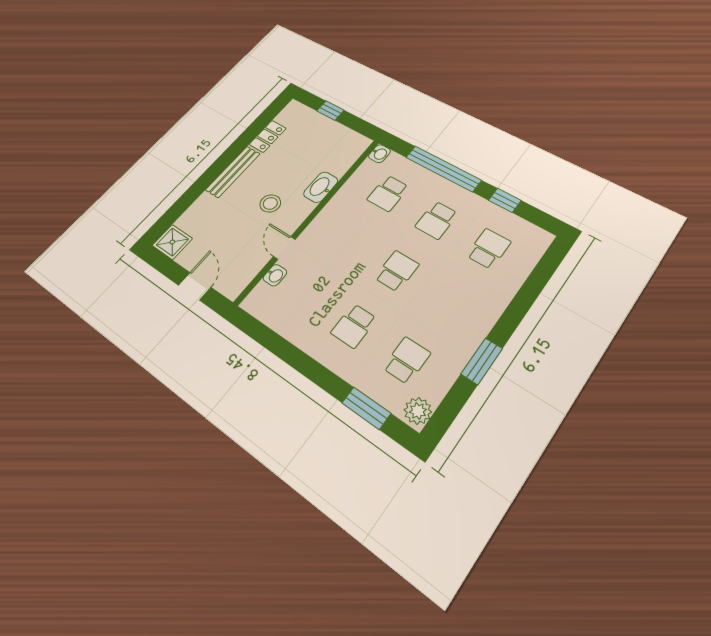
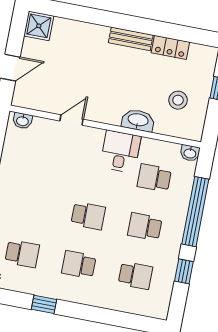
bench: (233, 172) -> (131, 39), width x0.73
stool: (270, 203) -> (178, 100), moved
desk: (344, 214) -> (120, 152), added
washbasin: (275, 275) -> (23, 121), moved
school desk: (354, 326) -> (79, 265), moved
window: (482, 361) -> (44, 304), width x0.67

